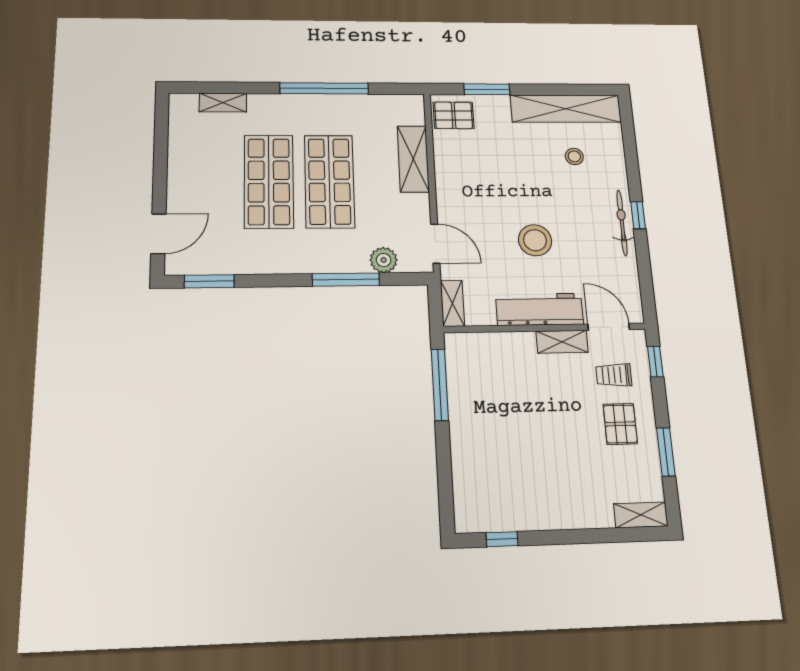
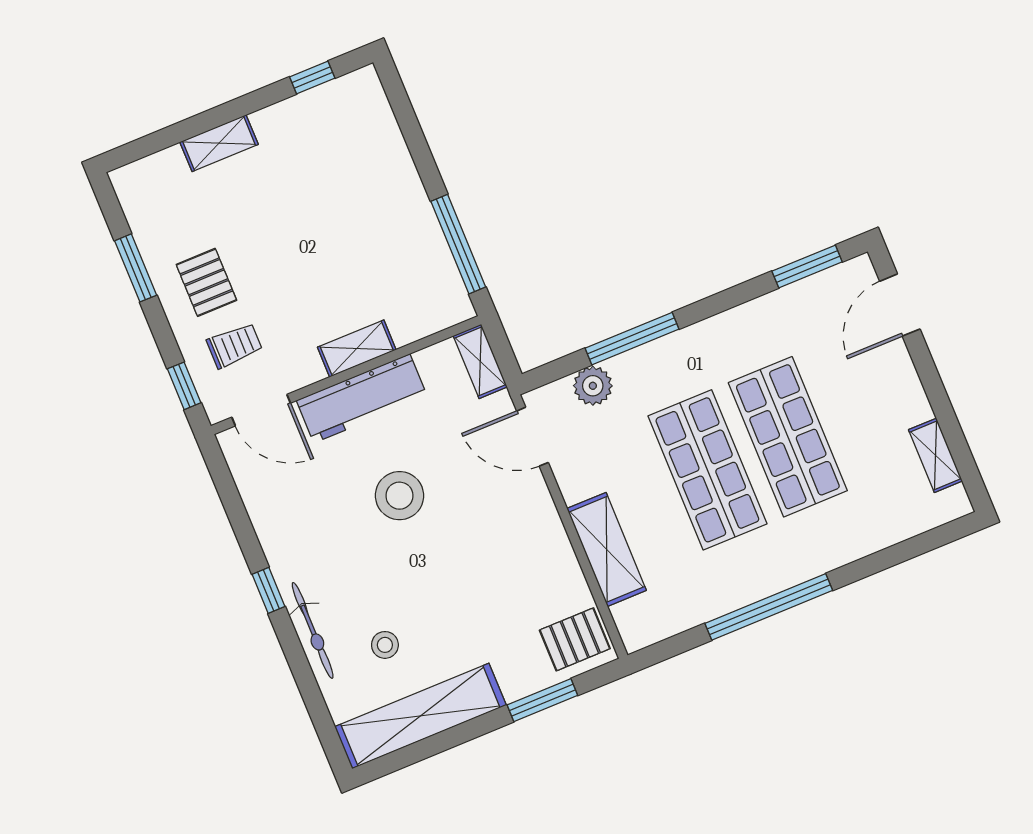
shelving: (223, 103) -> (935, 455), moved, turned 90
bicycle: (622, 223) -> (313, 630), moved
shelving: (562, 342) -> (357, 349), moved
shelving: (641, 515) -> (219, 143), moved

